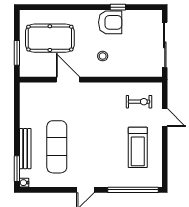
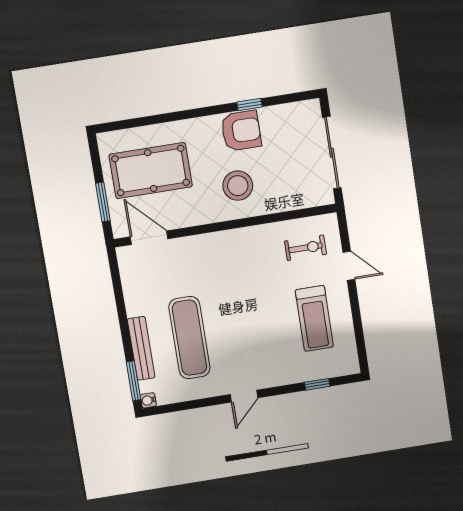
stool: (103, 56) -> (238, 186), width x1.89, depth x1.89
door: (68, 80) -> (149, 238), moved
window: (133, 190) -> (317, 384), width x0.32

